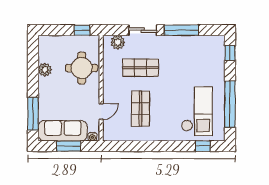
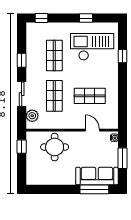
window: (181, 30) -> (22, 60), width x0.46
shop shelf: (187, 68) -> (54, 55), added
plant: (45, 70) -> (56, 179), removed
window: (230, 104) -> (86, 18), width x0.32
sofa: (63, 131) -> (97, 176), moved, turned 90
window: (203, 146) -> (122, 56), moved

